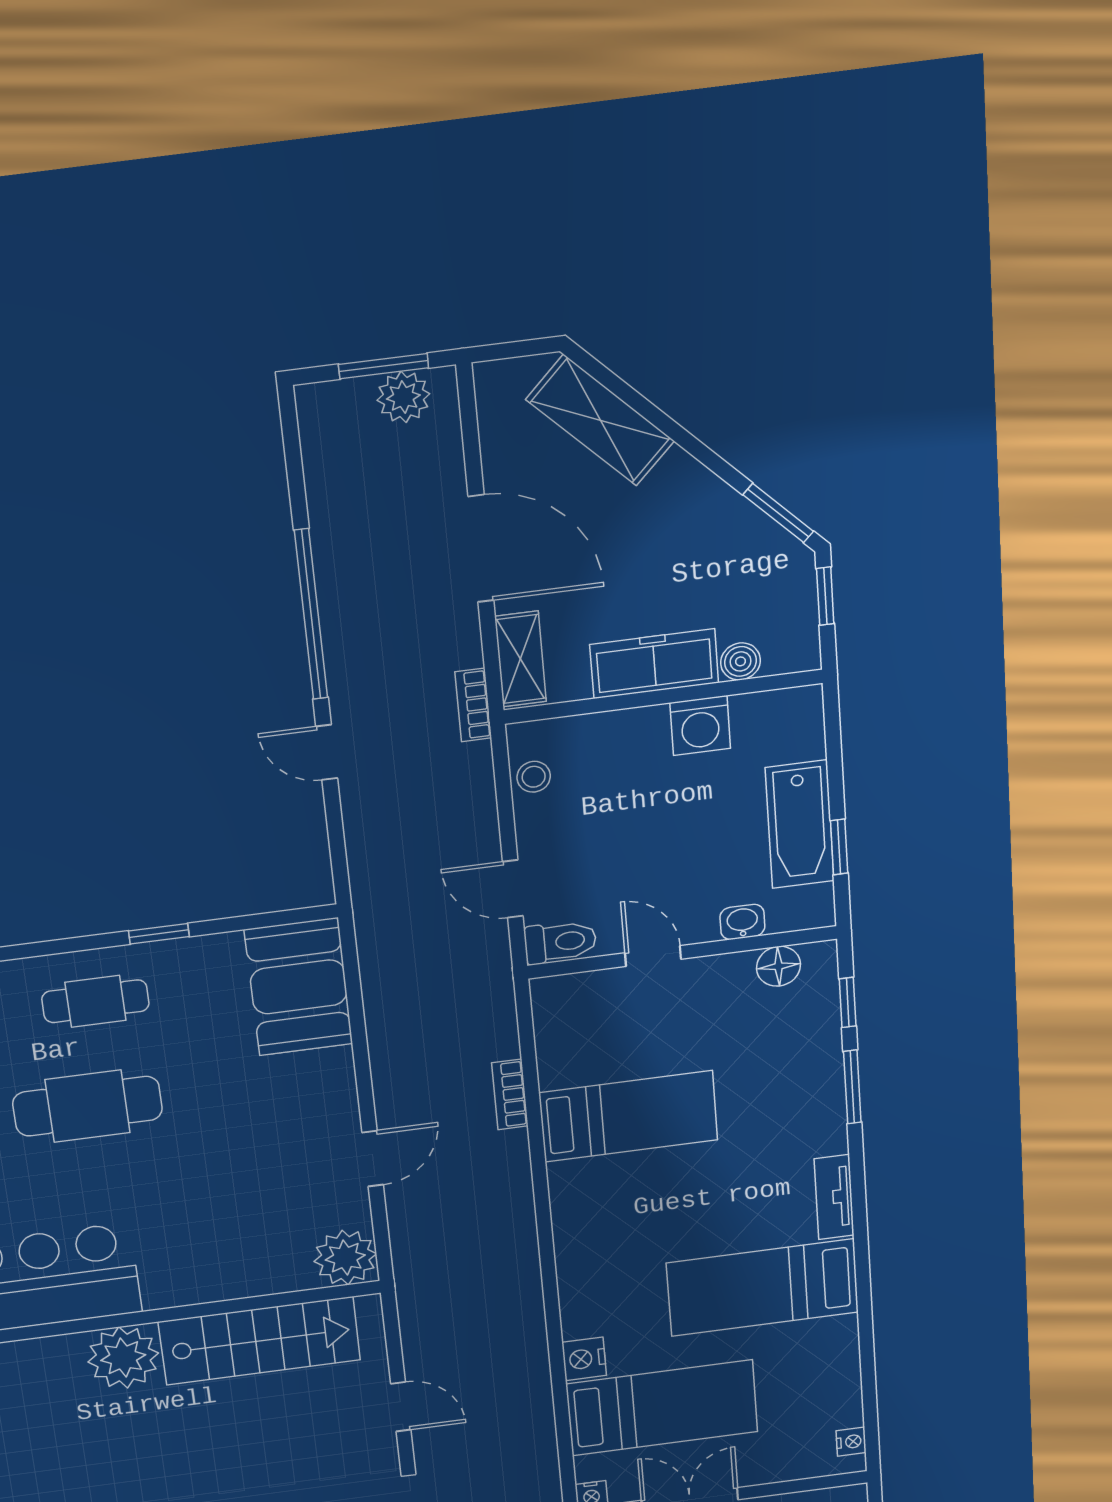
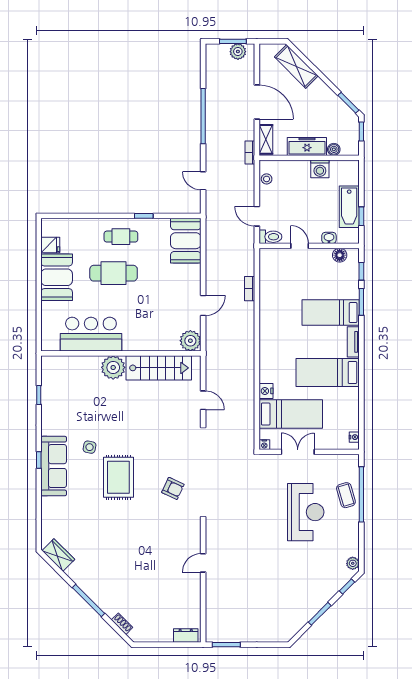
door: (327, 752) -> (203, 181), moved
bed: (628, 1116) -> (331, 313), moved, turned 180

